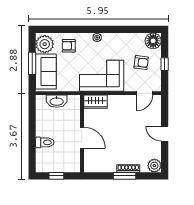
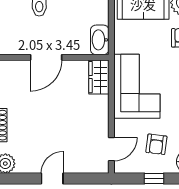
door: (145, 93) -> (111, 149), swing flipped
washbasin: (57, 101) -> (100, 40), moved

